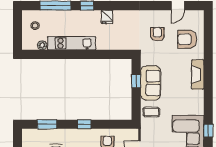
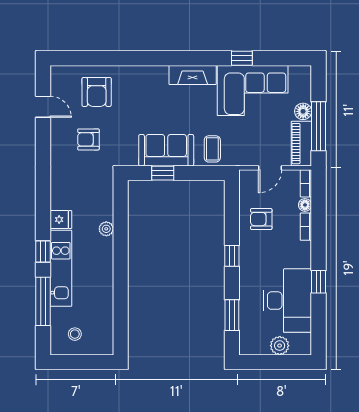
kitchen unit: (72, 43) -> (61, 268), moved, turned 180
plant: (42, 45) -> (106, 229), moved
fireplace: (198, 75) -> (193, 75), moved

